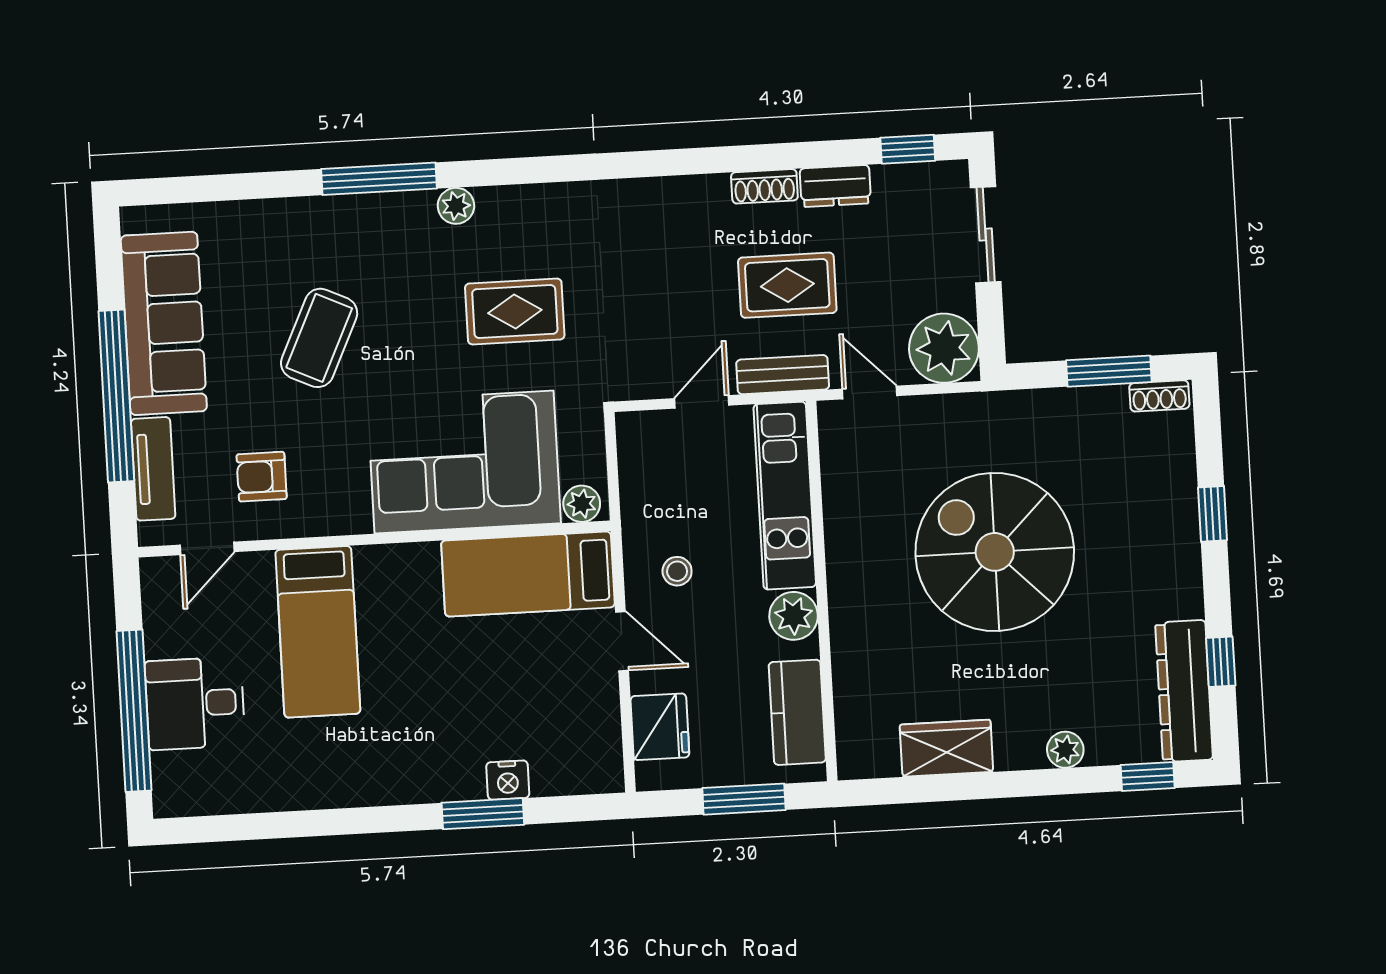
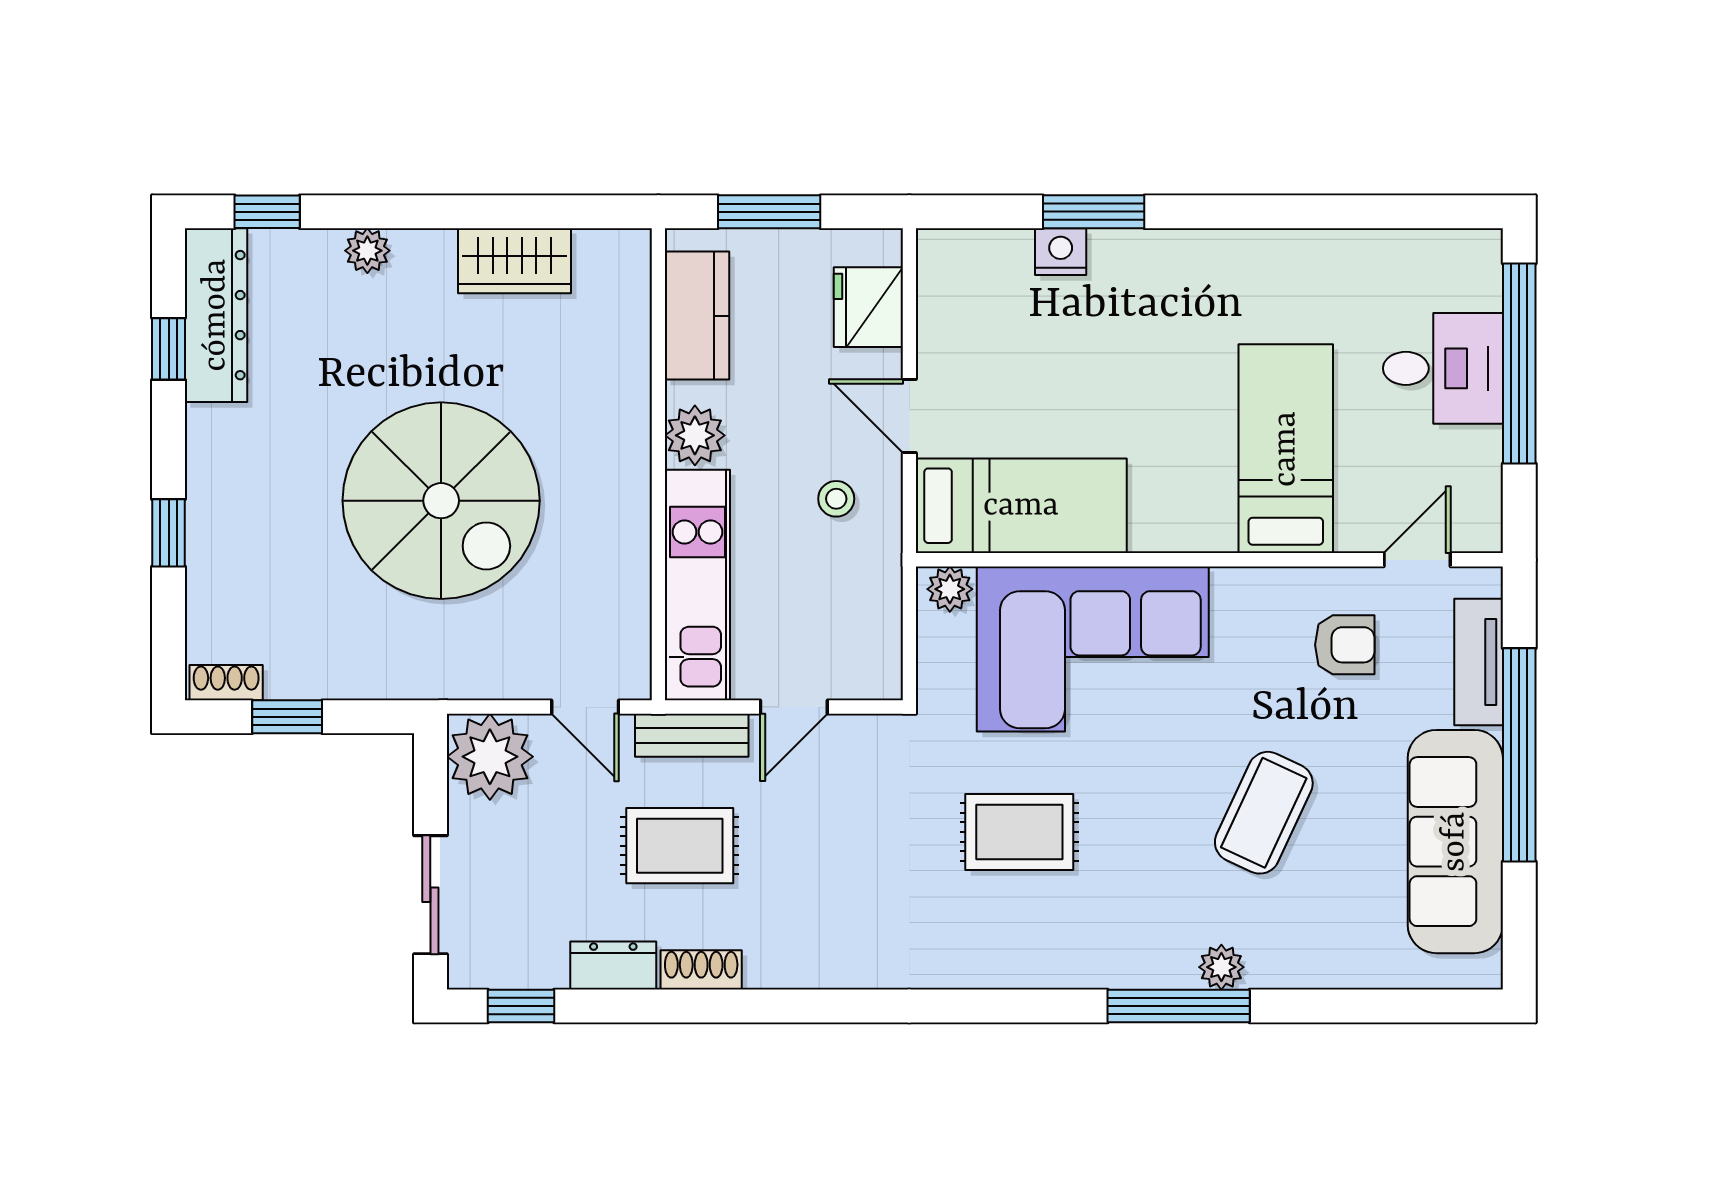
plant: (456, 206) -> (1221, 967), moved
window: (1109, 371) -> (287, 717), width x0.67

